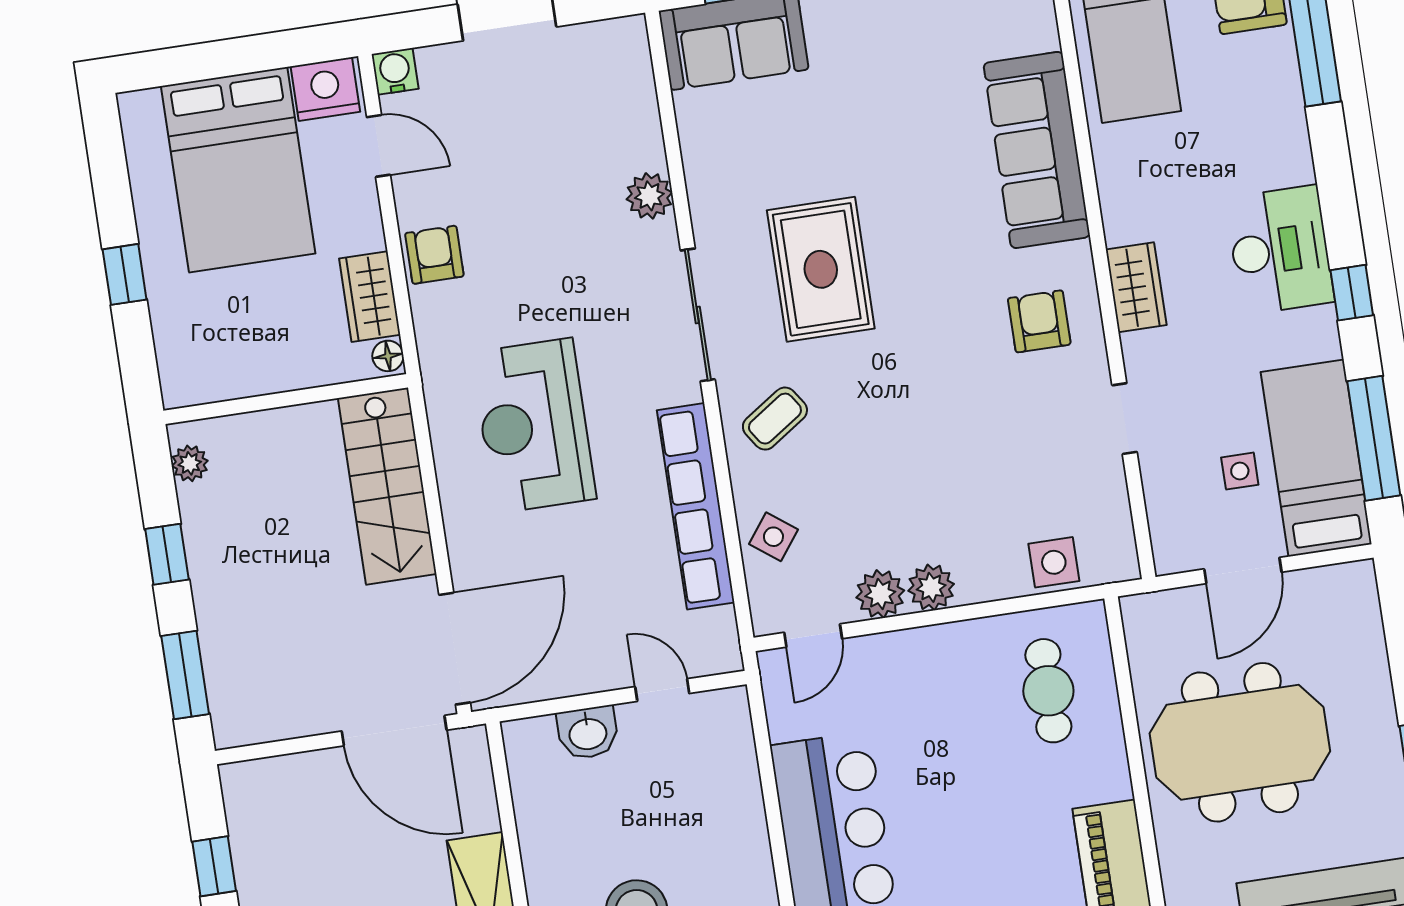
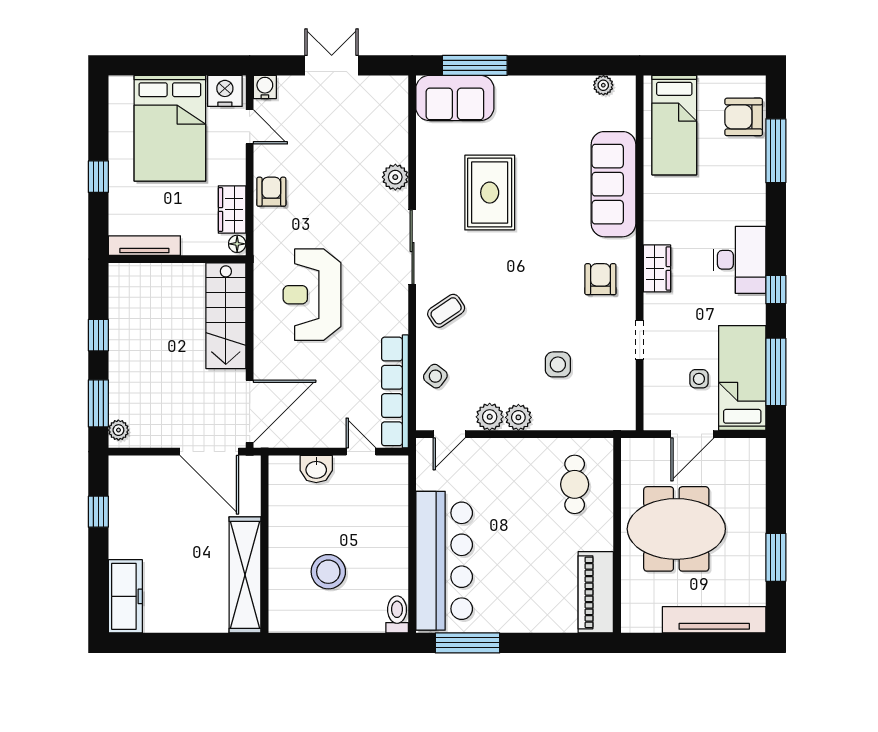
rug: (821, 269) -> (490, 193), moved
tv unit: (224, 384) -> (144, 246), added
plant: (190, 463) -> (118, 430), moved
row of seats: (696, 506) -> (395, 391), moved
side table: (1054, 562) -> (558, 364), moved

